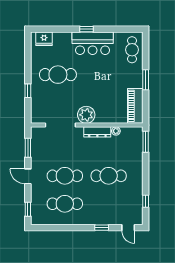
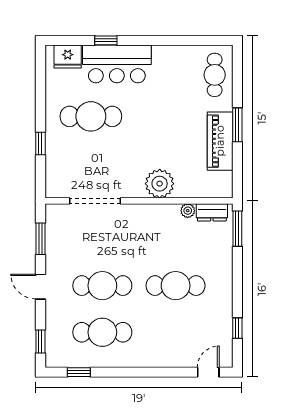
window: (87, 29) -> (106, 40), moved
bar counter: (93, 43) -> (117, 64), moved
piano: (135, 106) -> (220, 141), moved
plant: (86, 115) -> (160, 184), moved
dresser: (97, 132) -> (212, 212), moved, width x0.70
window: (102, 228) -> (79, 372), moved
door: (128, 228) -> (208, 372), swing flipped

